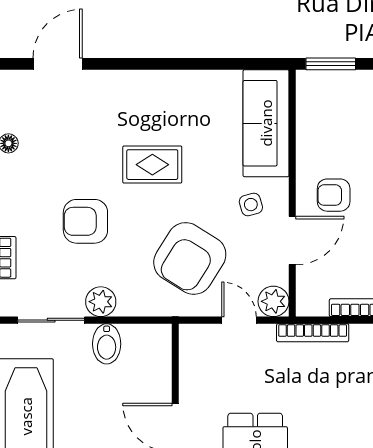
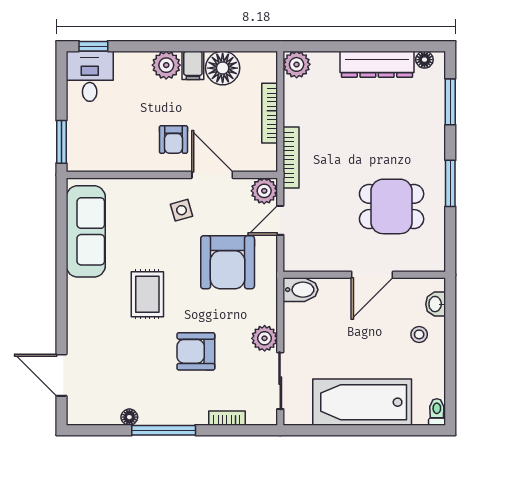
sofa: (266, 123) -> (86, 231), moved, turned -90
armchair: (85, 221) -> (196, 351), turned 90
armchair: (190, 258) -> (228, 262), turned 58
bidet: (107, 344) -> (300, 290), moved

